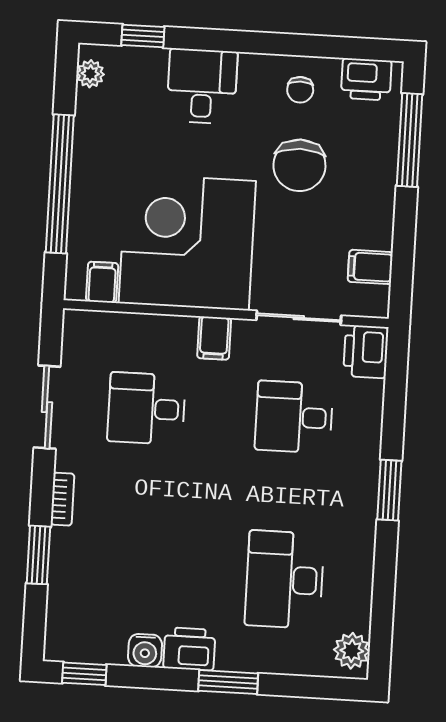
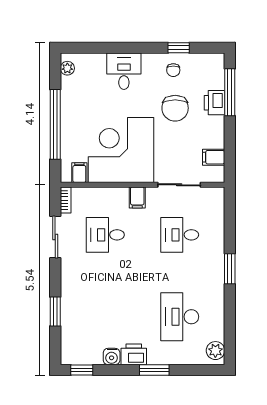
window: (143, 36) -> (179, 48), moved
printer: (366, 79) -> (214, 103), moved, turned 90
printer: (366, 352) -> (214, 200), removed
bookcase: (62, 499) -> (66, 200), moved

